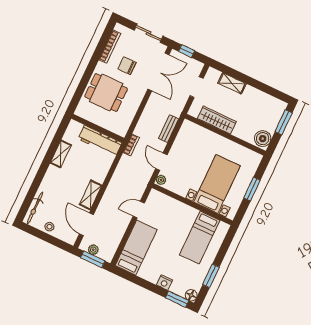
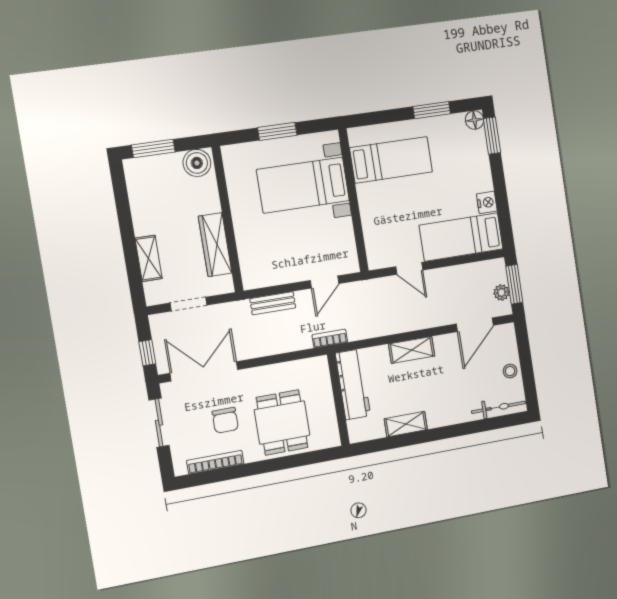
plant: (161, 180) -> (349, 266), removed
shelving: (91, 195) -> (412, 350), moved
nightstand: (164, 283) -> (487, 202), moved

